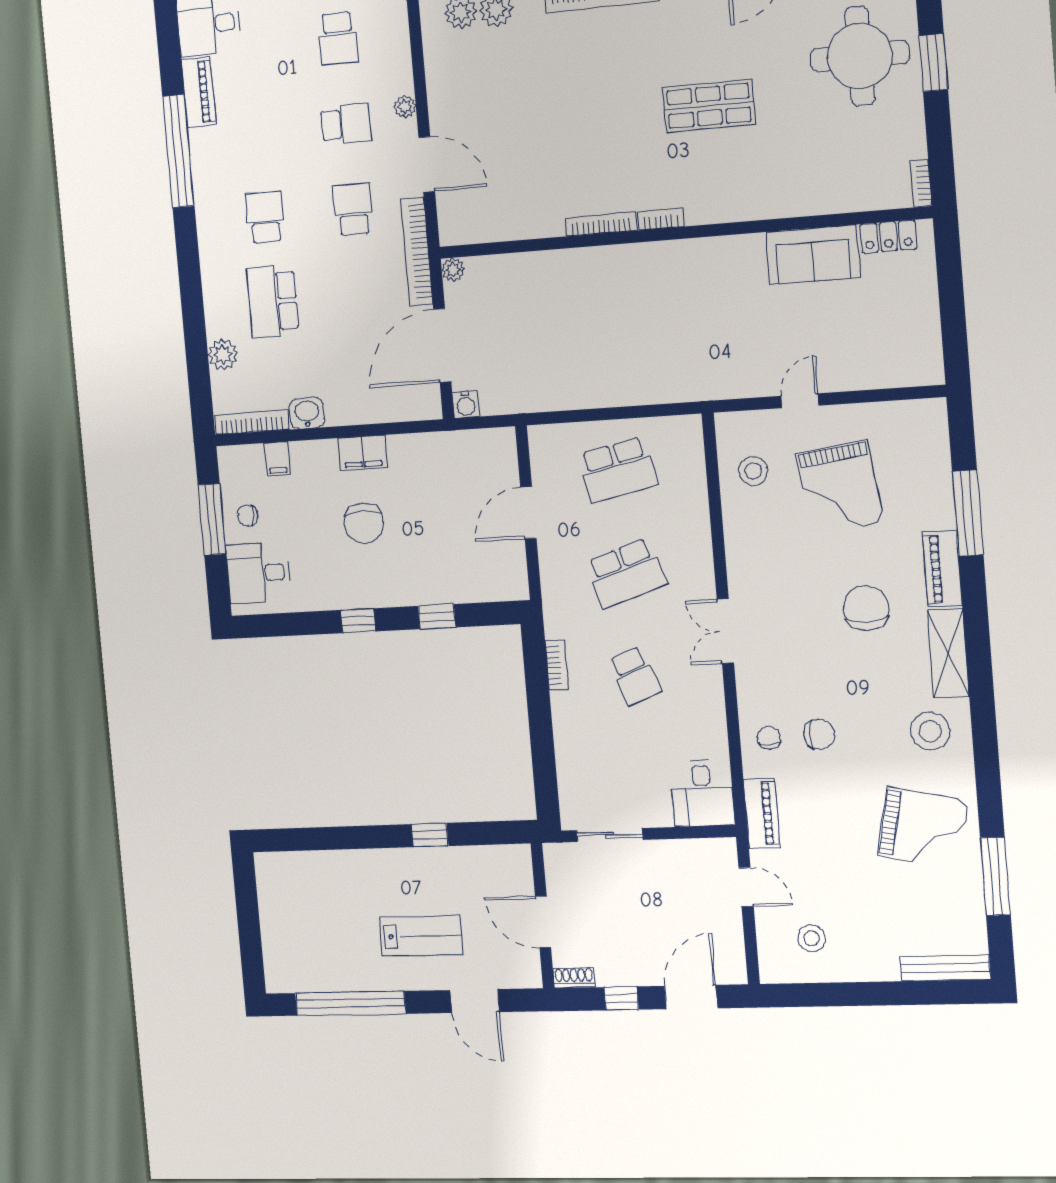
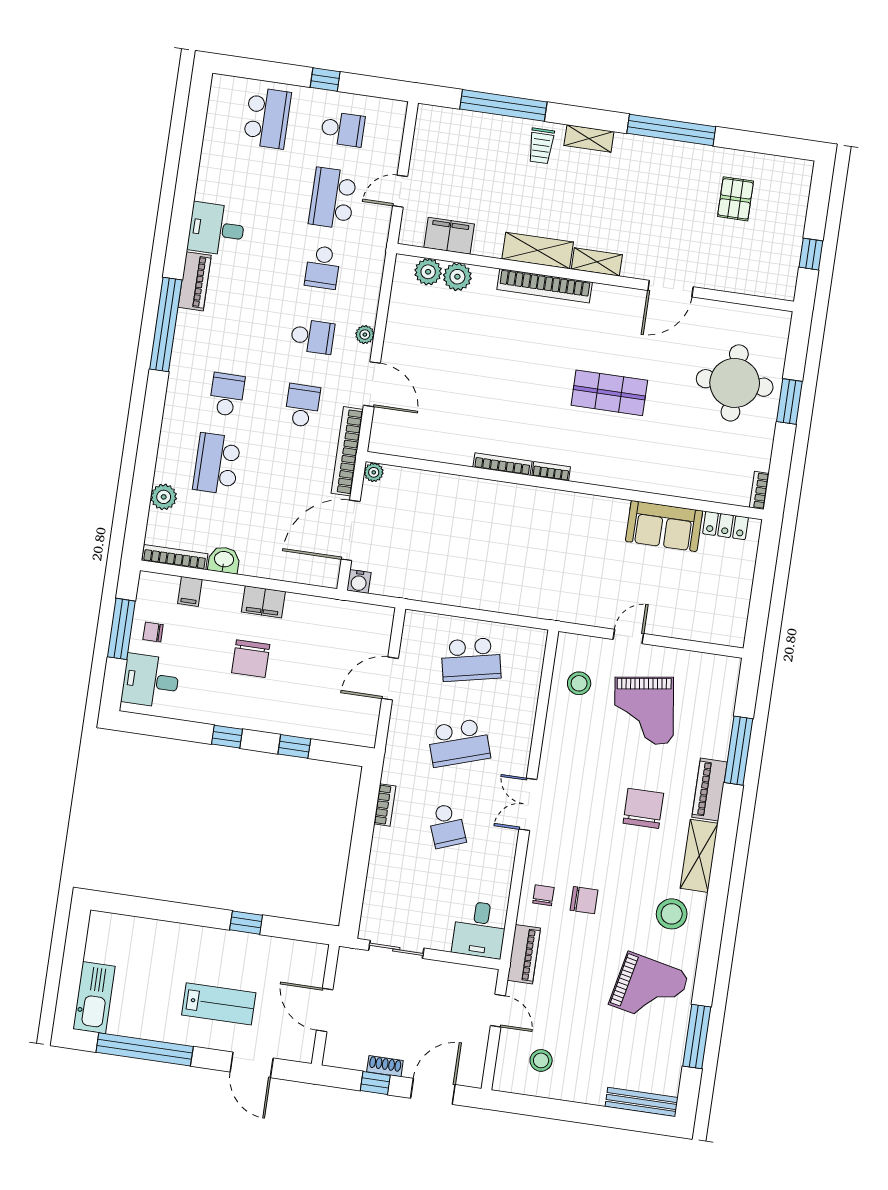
kitchen sink: (281, 953) -> (94, 998), added
shoe rack: (574, 978) -> (385, 1066), moved

